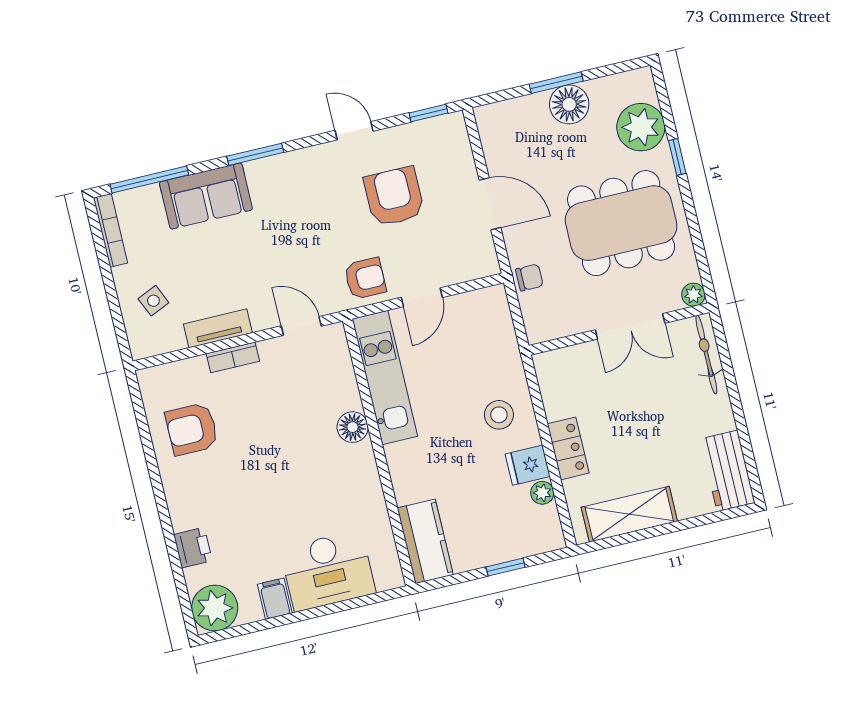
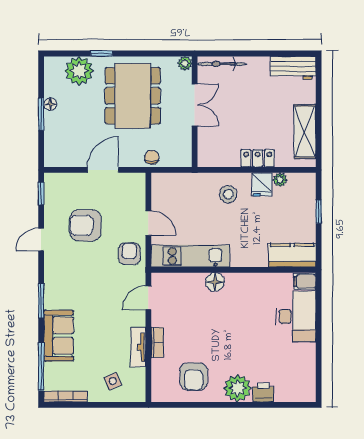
floor lamp: (569, 104) -> (50, 104), width x0.53, depth x0.53
filing cabinet: (275, 599) -> (305, 281), moved
plant: (215, 608) -> (238, 388), moved

